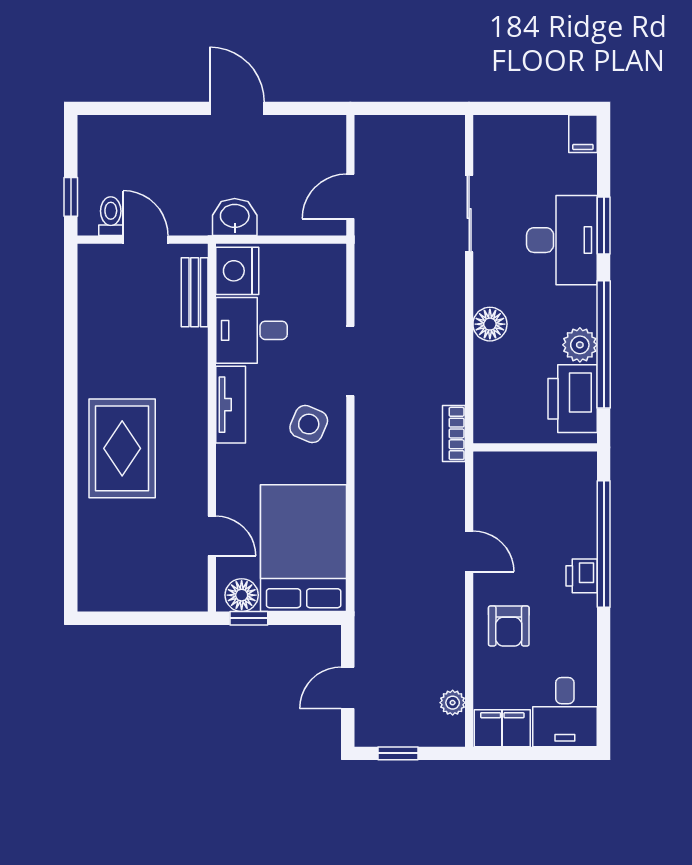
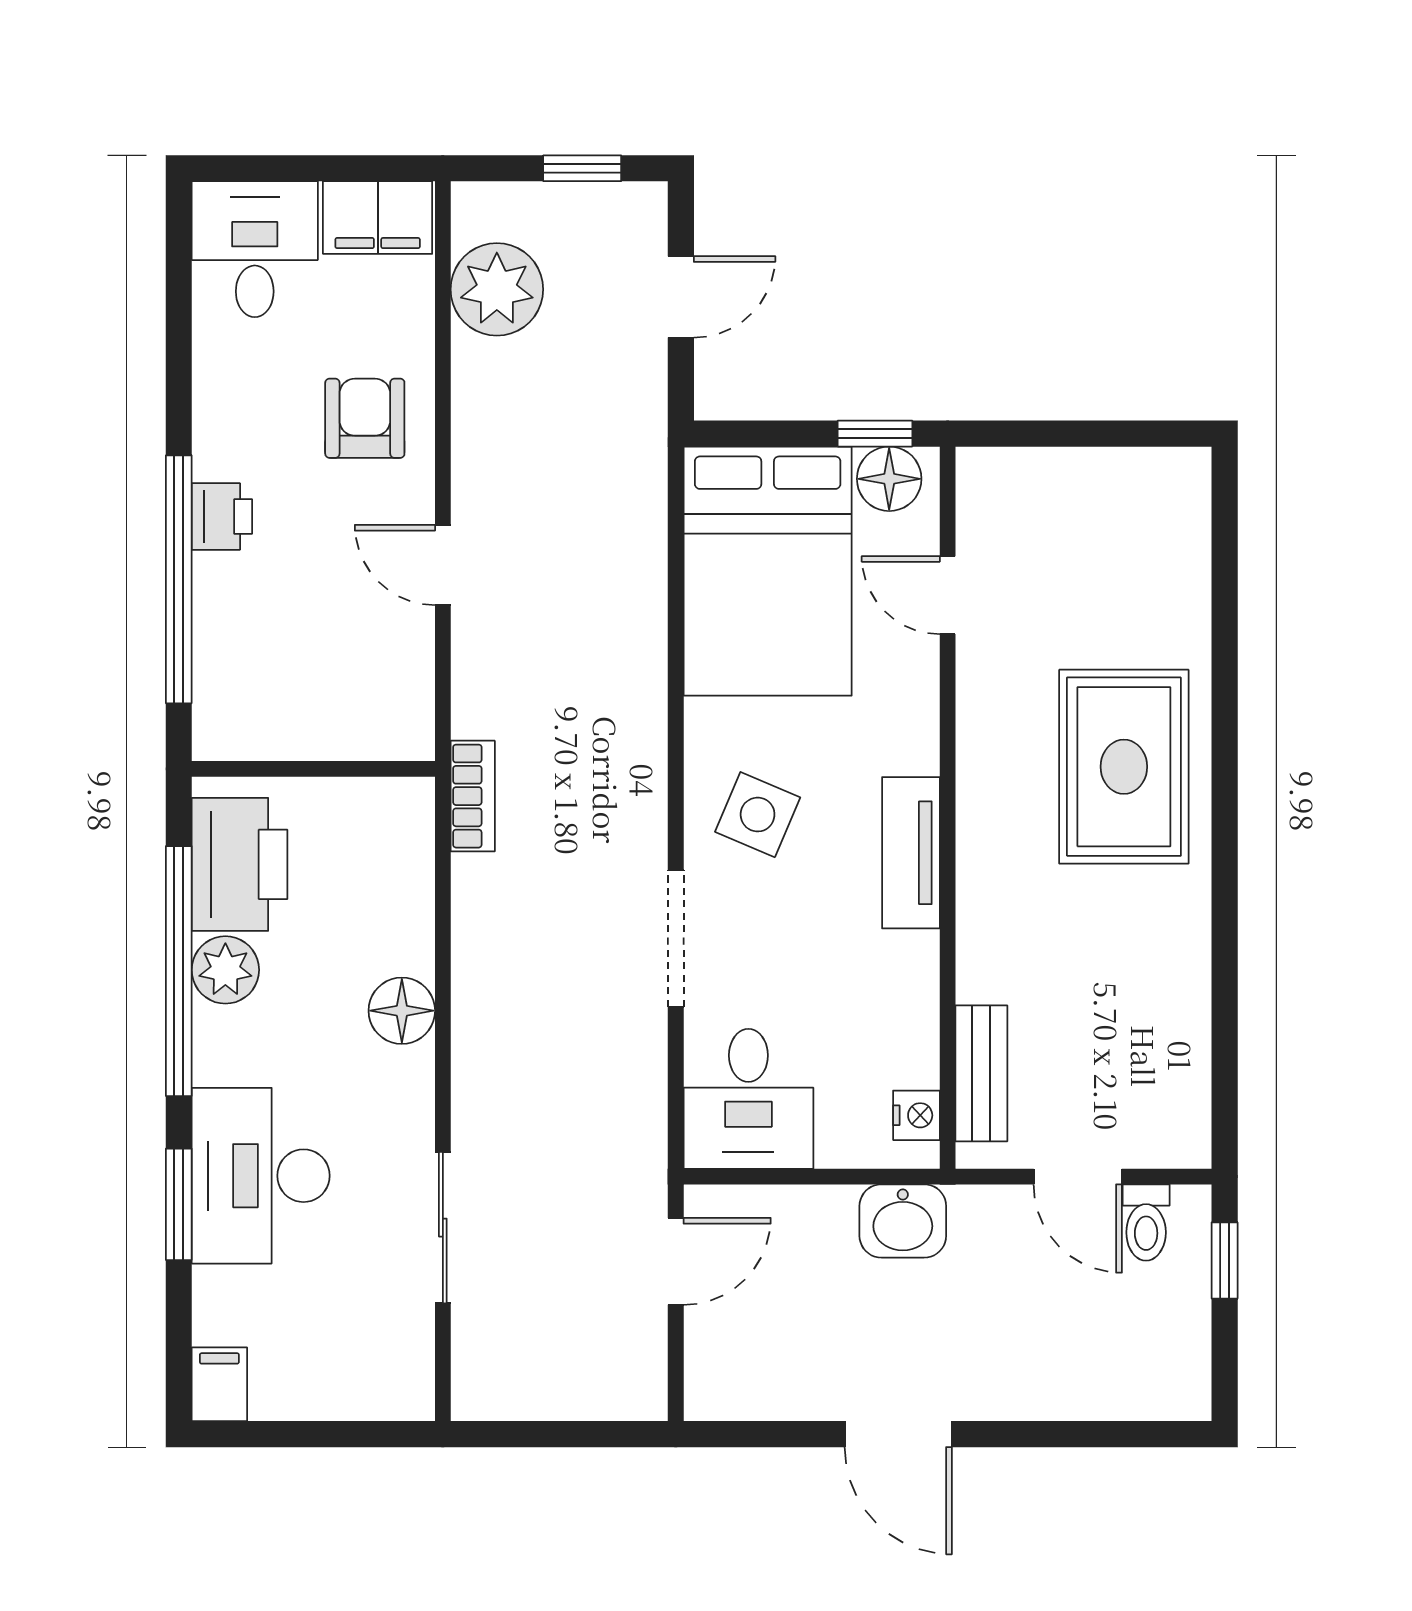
nightstand: (237, 271) -> (916, 1115), width x0.53, depth x0.56
desk: (252, 330) -> (748, 1099), moved, turned 90
plant: (453, 703) -> (497, 289), width x1.88, depth x1.88

